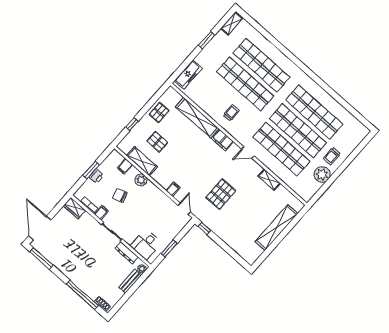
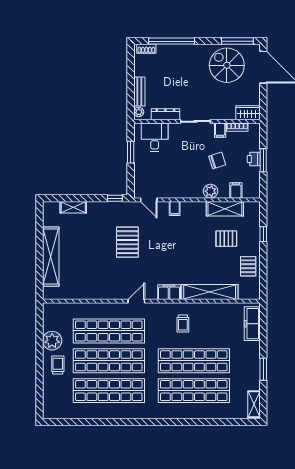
shelving: (269, 180) -> (73, 207), moved
spiral stairs: (61, 249) -> (227, 65), added

